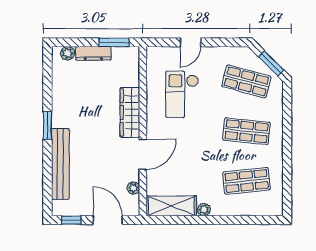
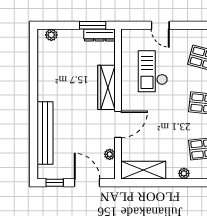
door: (190, 42) -> (160, 25), hinge flipped
dresser: (93, 53) -> (99, 35), moved
window: (47, 125) -> (34, 99), removed
plant: (204, 210) -> (184, 173), moved

